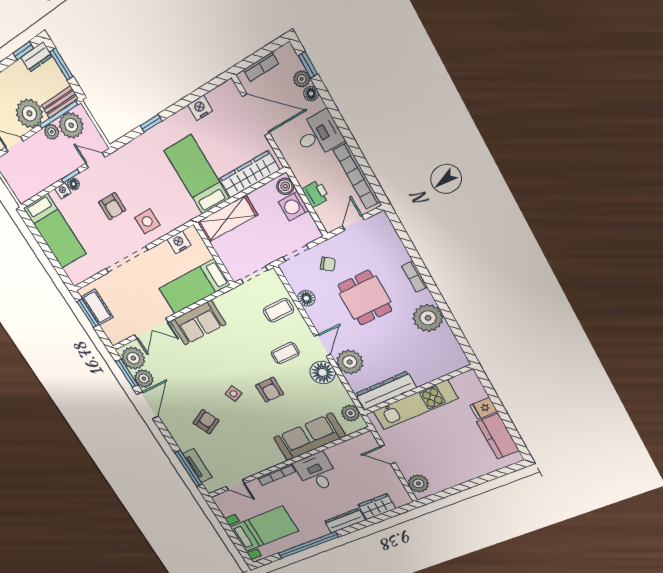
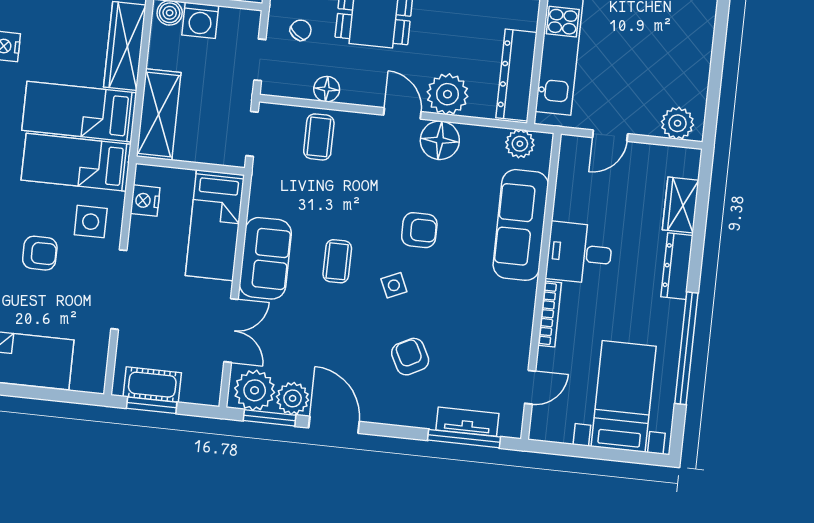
bed: (170, 192) -> (76, 162), added
coffee table: (285, 353) -> (337, 261), moved

